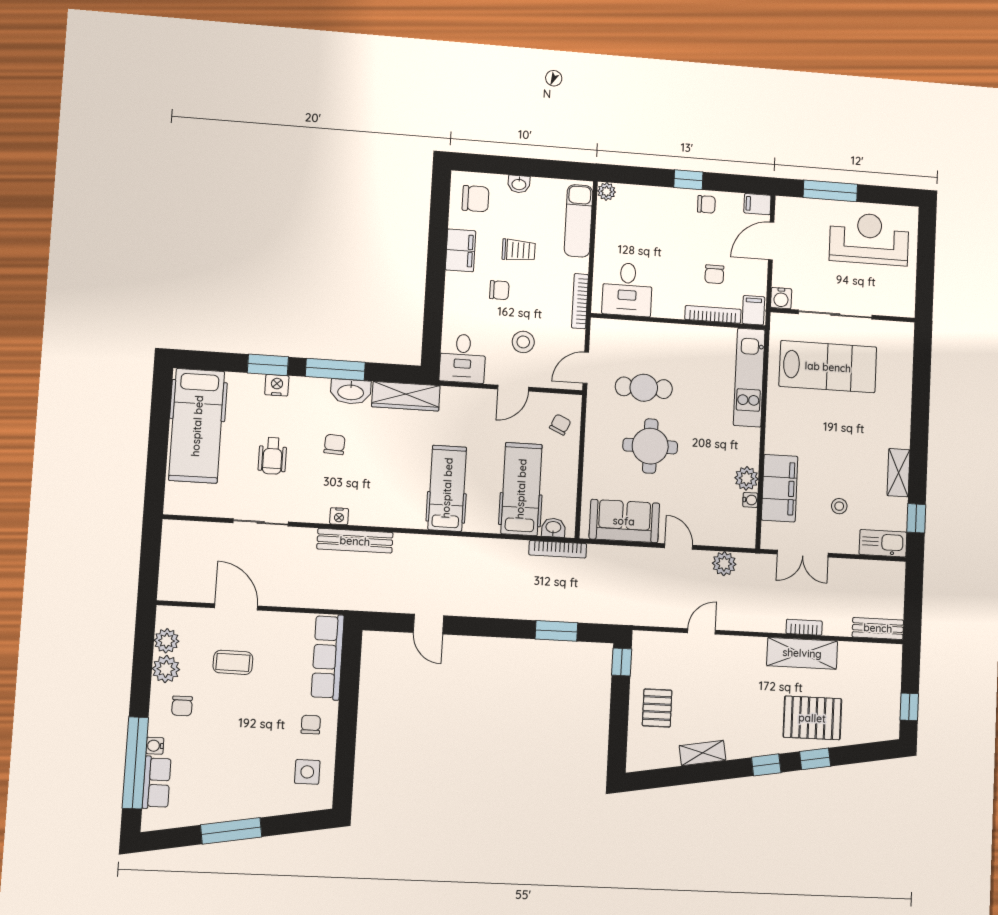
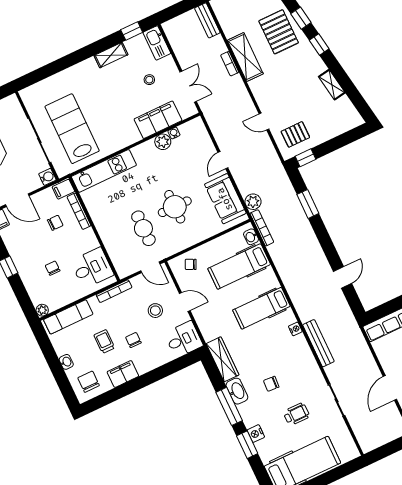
chair: (706, 204) -> (53, 268), moved
nightstand: (339, 516) -> (295, 329), moved
plant: (724, 564) -> (253, 202), moved
pallet: (657, 708) -> (295, 134), moved

